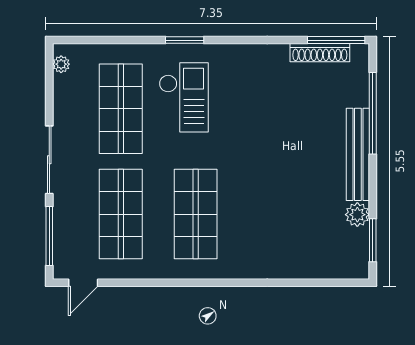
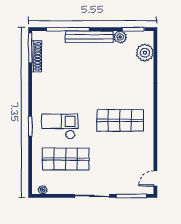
shop shelf: (121, 214) -> (120, 159), removed
plant: (327, 262) -> (145, 53), added
door: (83, 283) -> (155, 178), swing flipped

